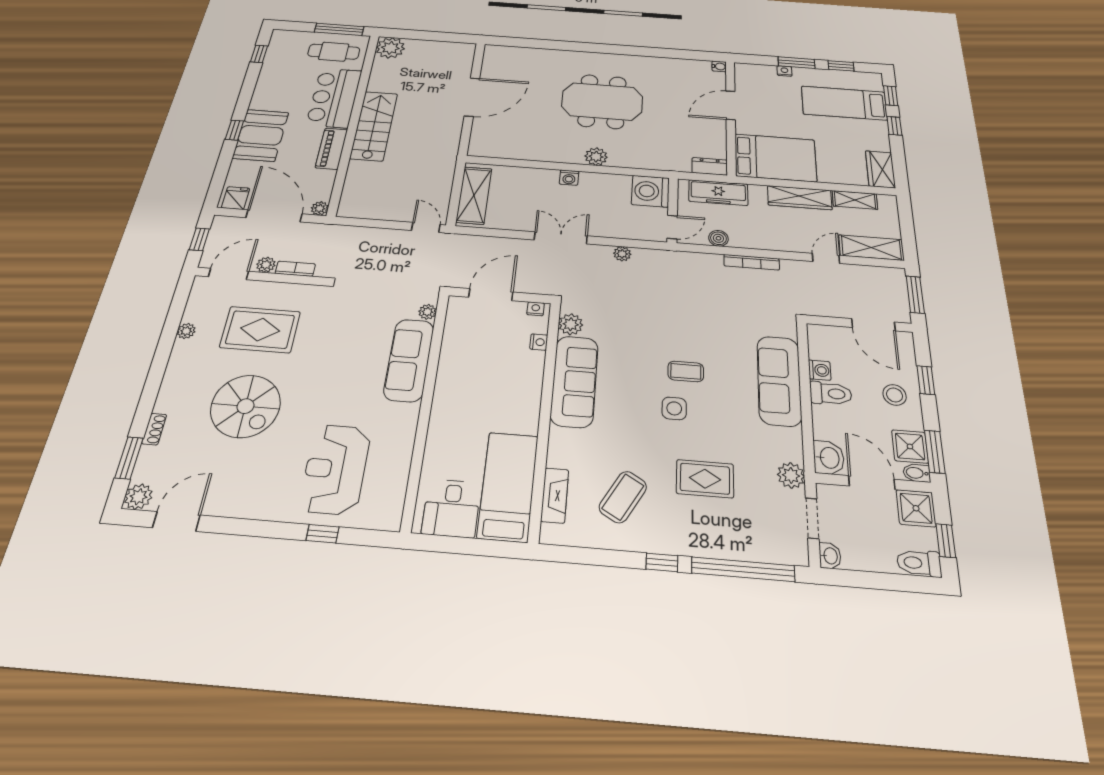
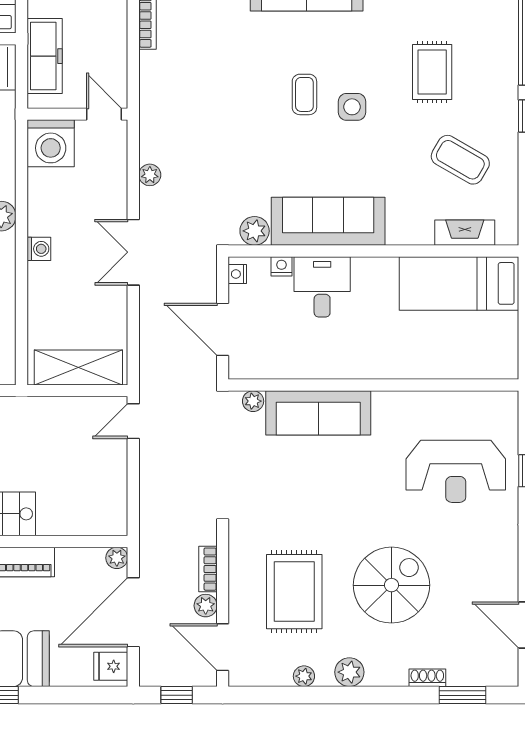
boiler: (718, 238) -> (116, 56), removed
plant: (138, 497) -> (349, 672), moved
desk: (451, 508) -> (322, 287), moved, turned -90

